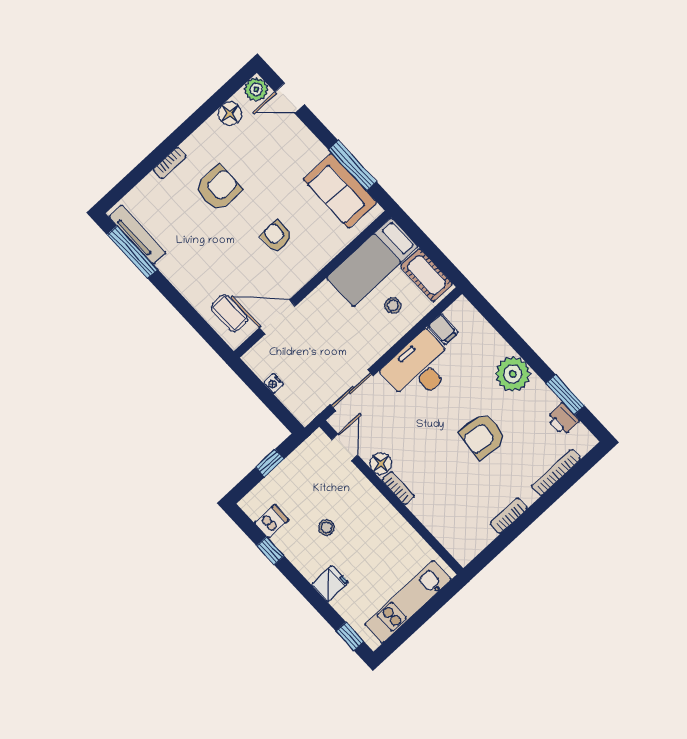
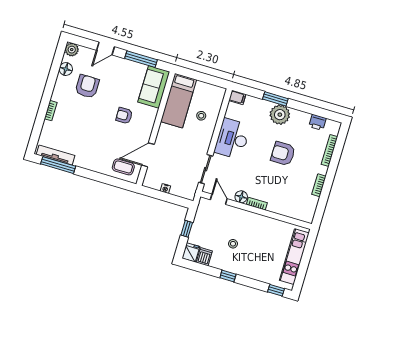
door: (290, 98) -> (105, 49), moved
armchair: (218, 188) -> (87, 86), moved
sofa: (340, 191) -> (154, 87), moved, turned 90
cot: (427, 275) -> (209, 91), removed
filing cabinet: (443, 329) -> (237, 97), moved
window: (565, 395) -> (275, 99), moved
armchair: (483, 436) -> (283, 154), turned 84
window: (270, 551) -> (228, 276), moved
fridge: (330, 584) -> (191, 252), moved

